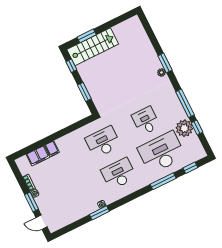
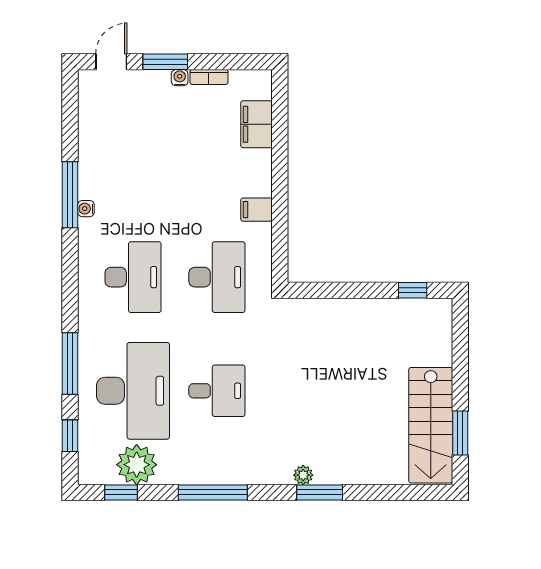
window: (87, 36) -> (460, 433), moved
stairs: (93, 47) -> (431, 425), moved
window: (84, 92) -> (343, 290), removed
window: (197, 127) -> (121, 492), moved
plant: (184, 128) -> (137, 465), moved
filing cabinet: (52, 149) -> (257, 210), moved
window: (99, 213) -> (70, 195), width x1.44

